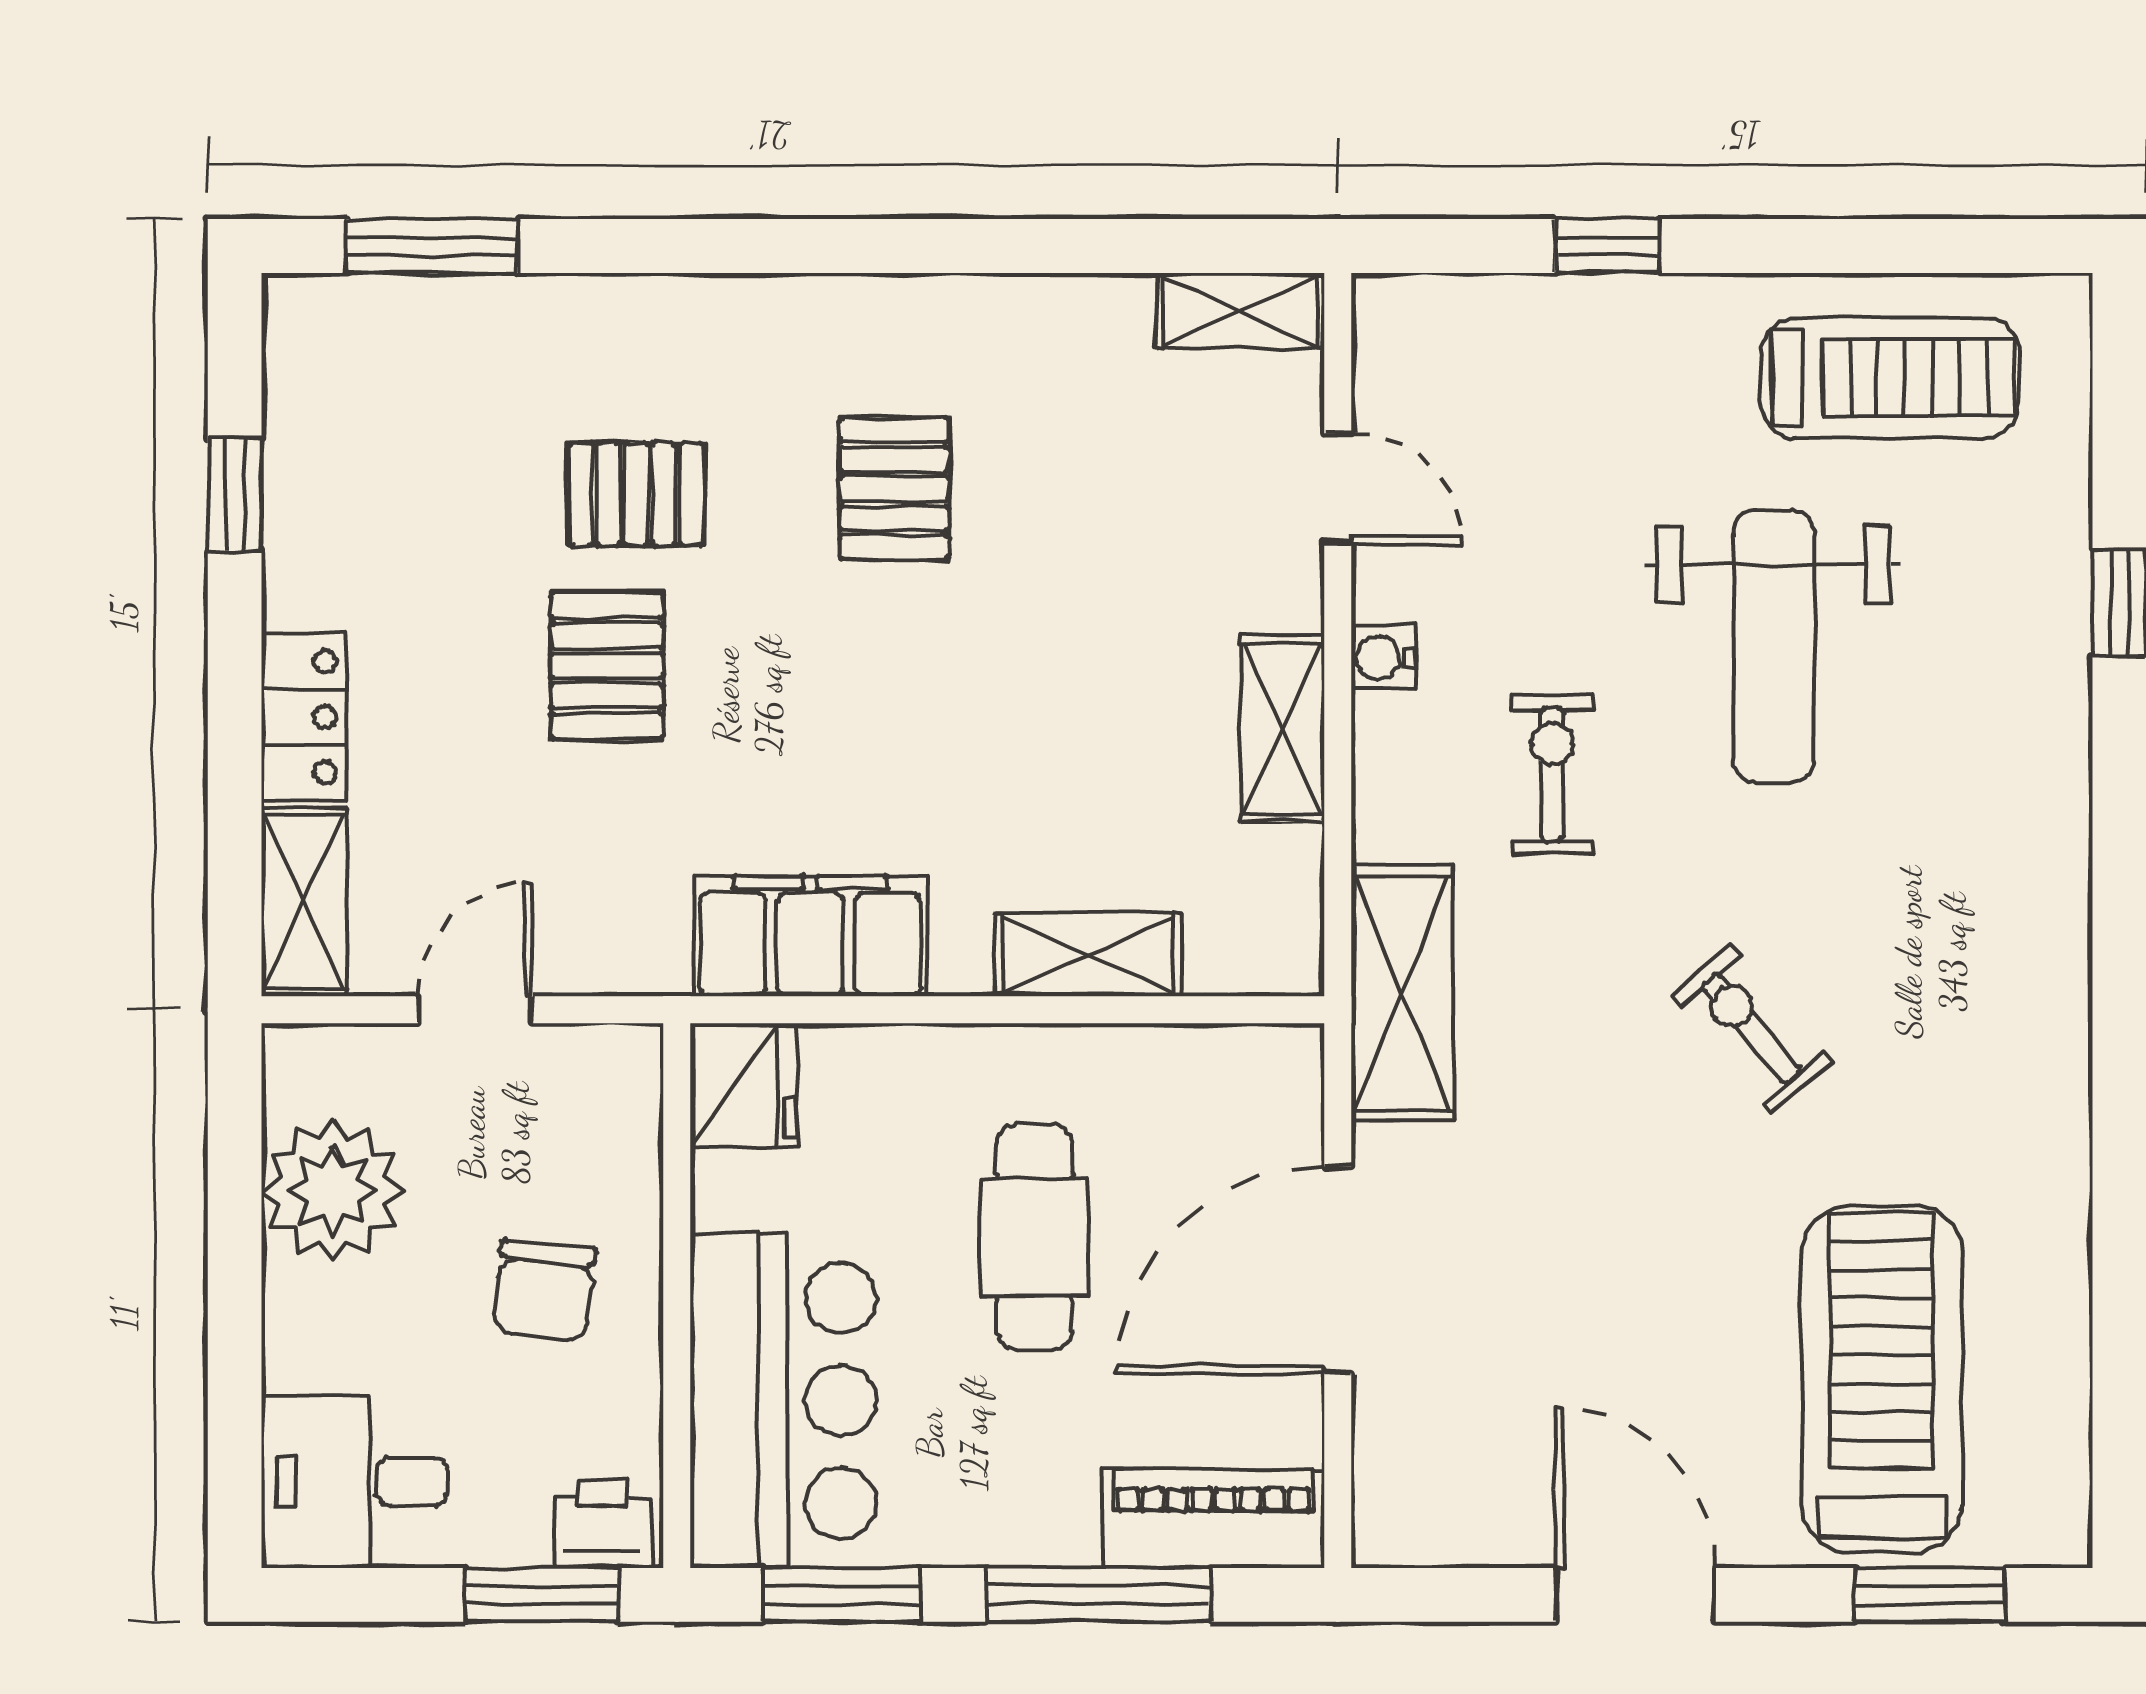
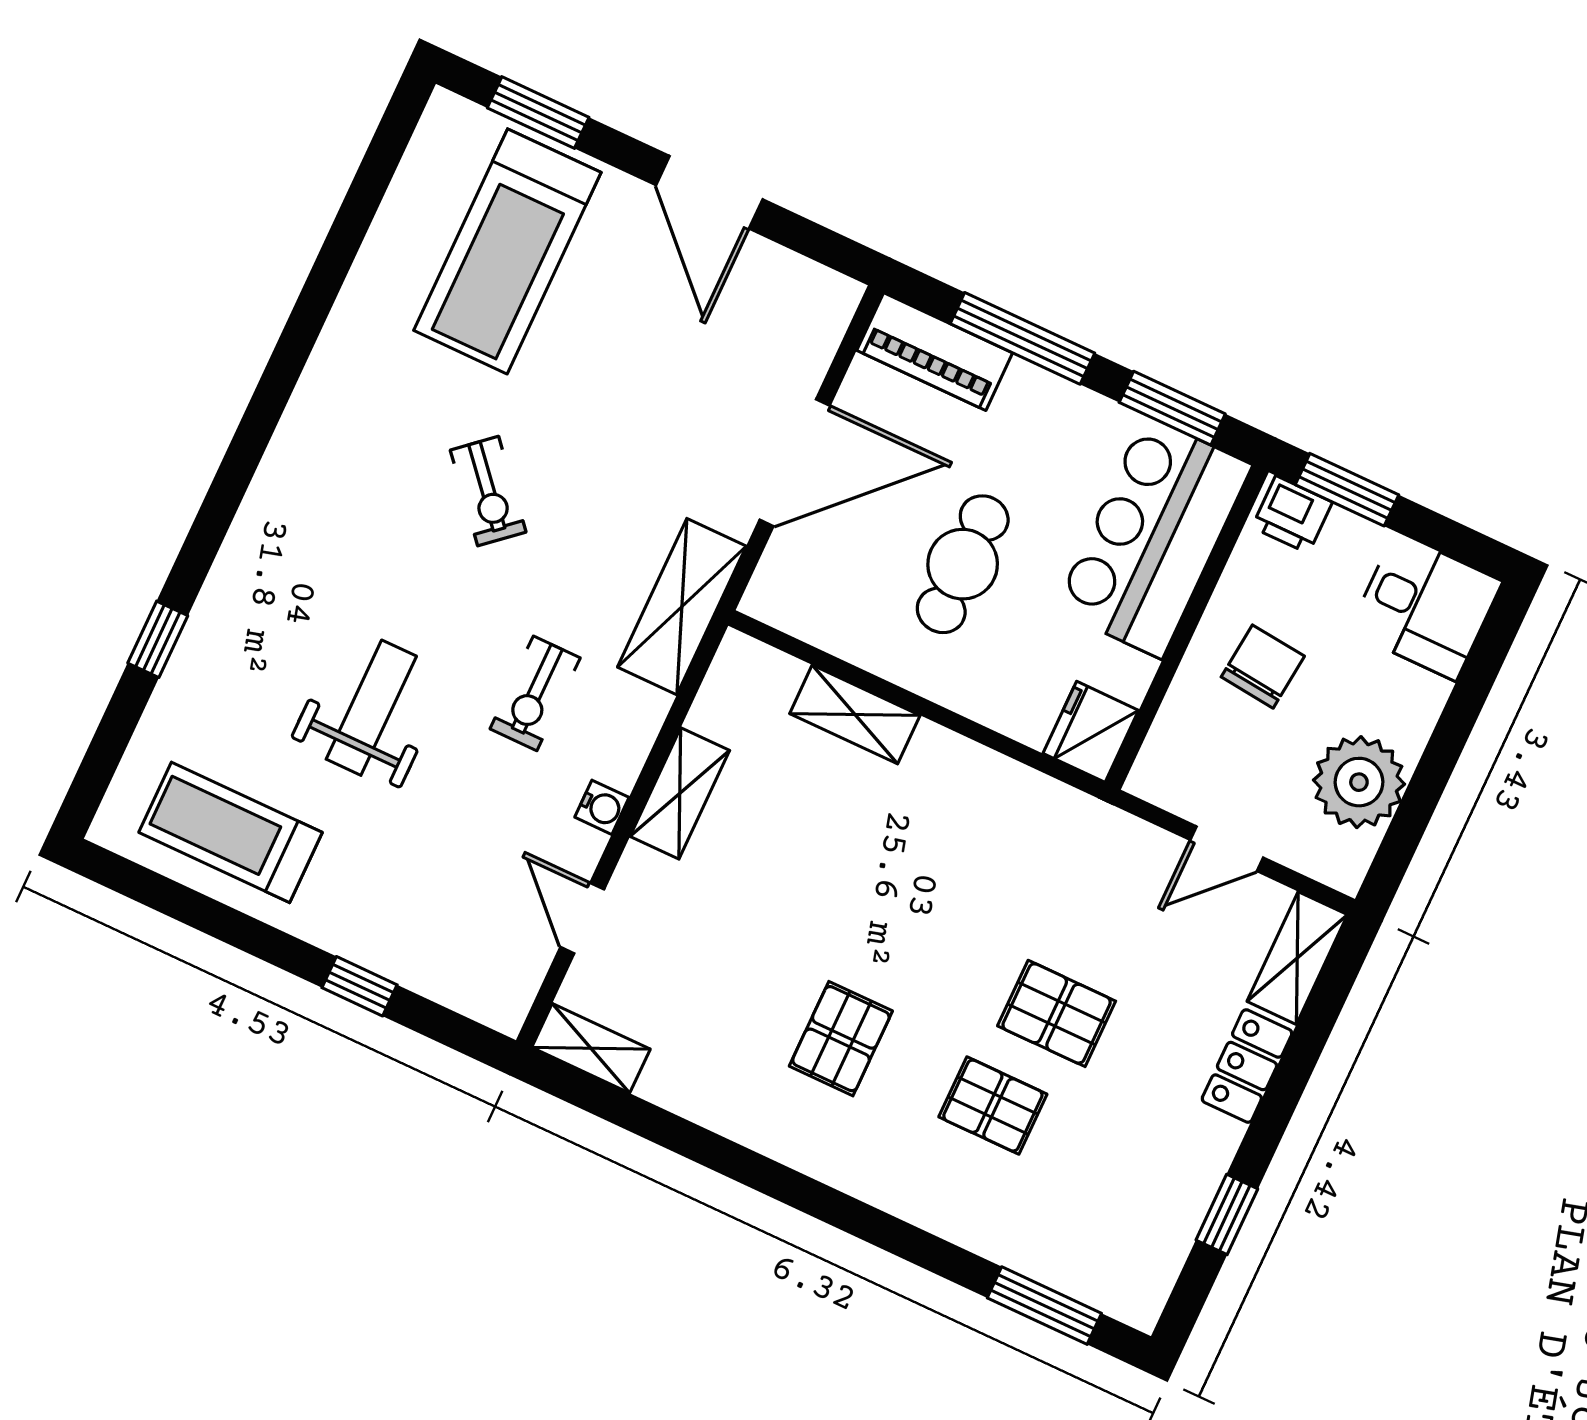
weight bench: (1774, 646) -> (371, 708), width x0.73, depth x0.75
pallet: (607, 666) -> (1057, 1013), turned 90
filing cabinet: (810, 936) -> (1011, 801), removed

